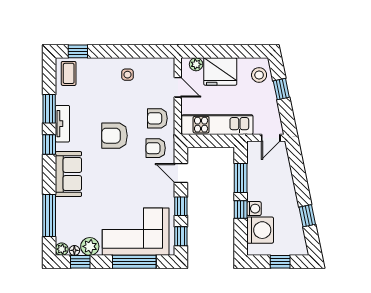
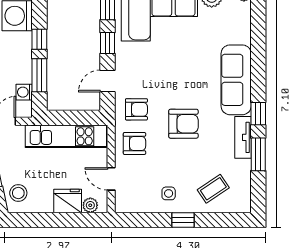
window: (78, 51) -> (183, 220), moved
fridge: (220, 72) -> (68, 201), width x0.73, depth x0.75
coffee table: (69, 73) -> (213, 189), moved, turned 56
door: (181, 173) -> (108, 81), swing flipped
sofa: (68, 174) -> (236, 80), width x1.36
washing machine: (254, 209) -> (24, 92), moved
window: (49, 216) -> (258, 32), removed

